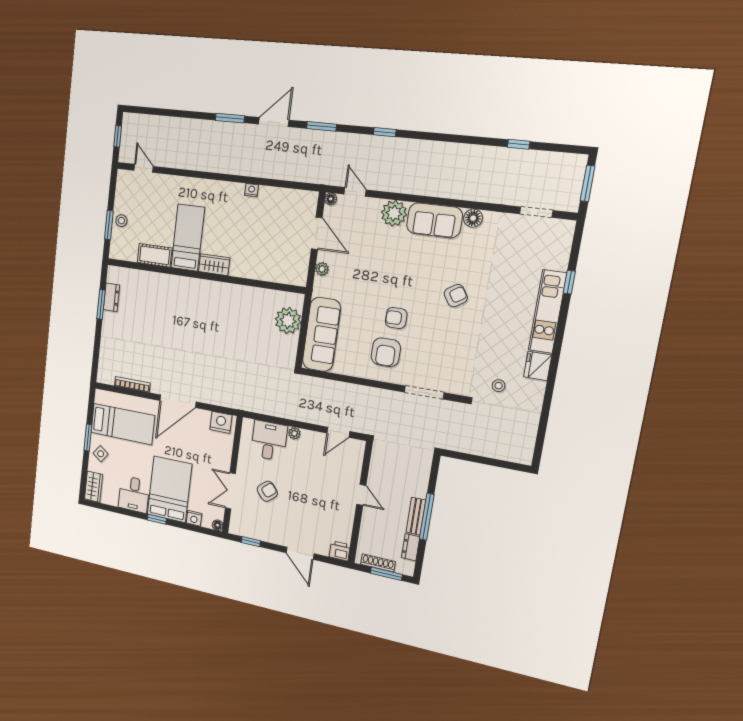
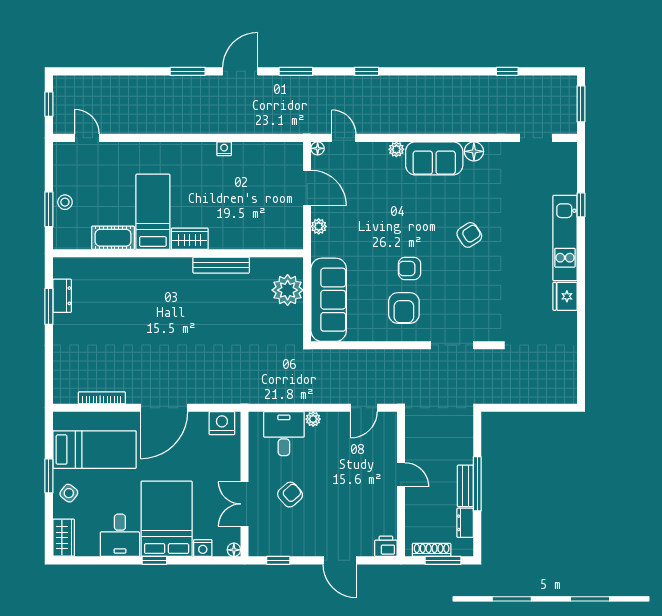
plant: (394, 213) -> (396, 149), width x0.53, depth x0.53
bench: (237, 291) -> (221, 265), added
stool: (499, 386) -> (529, 324), removed

